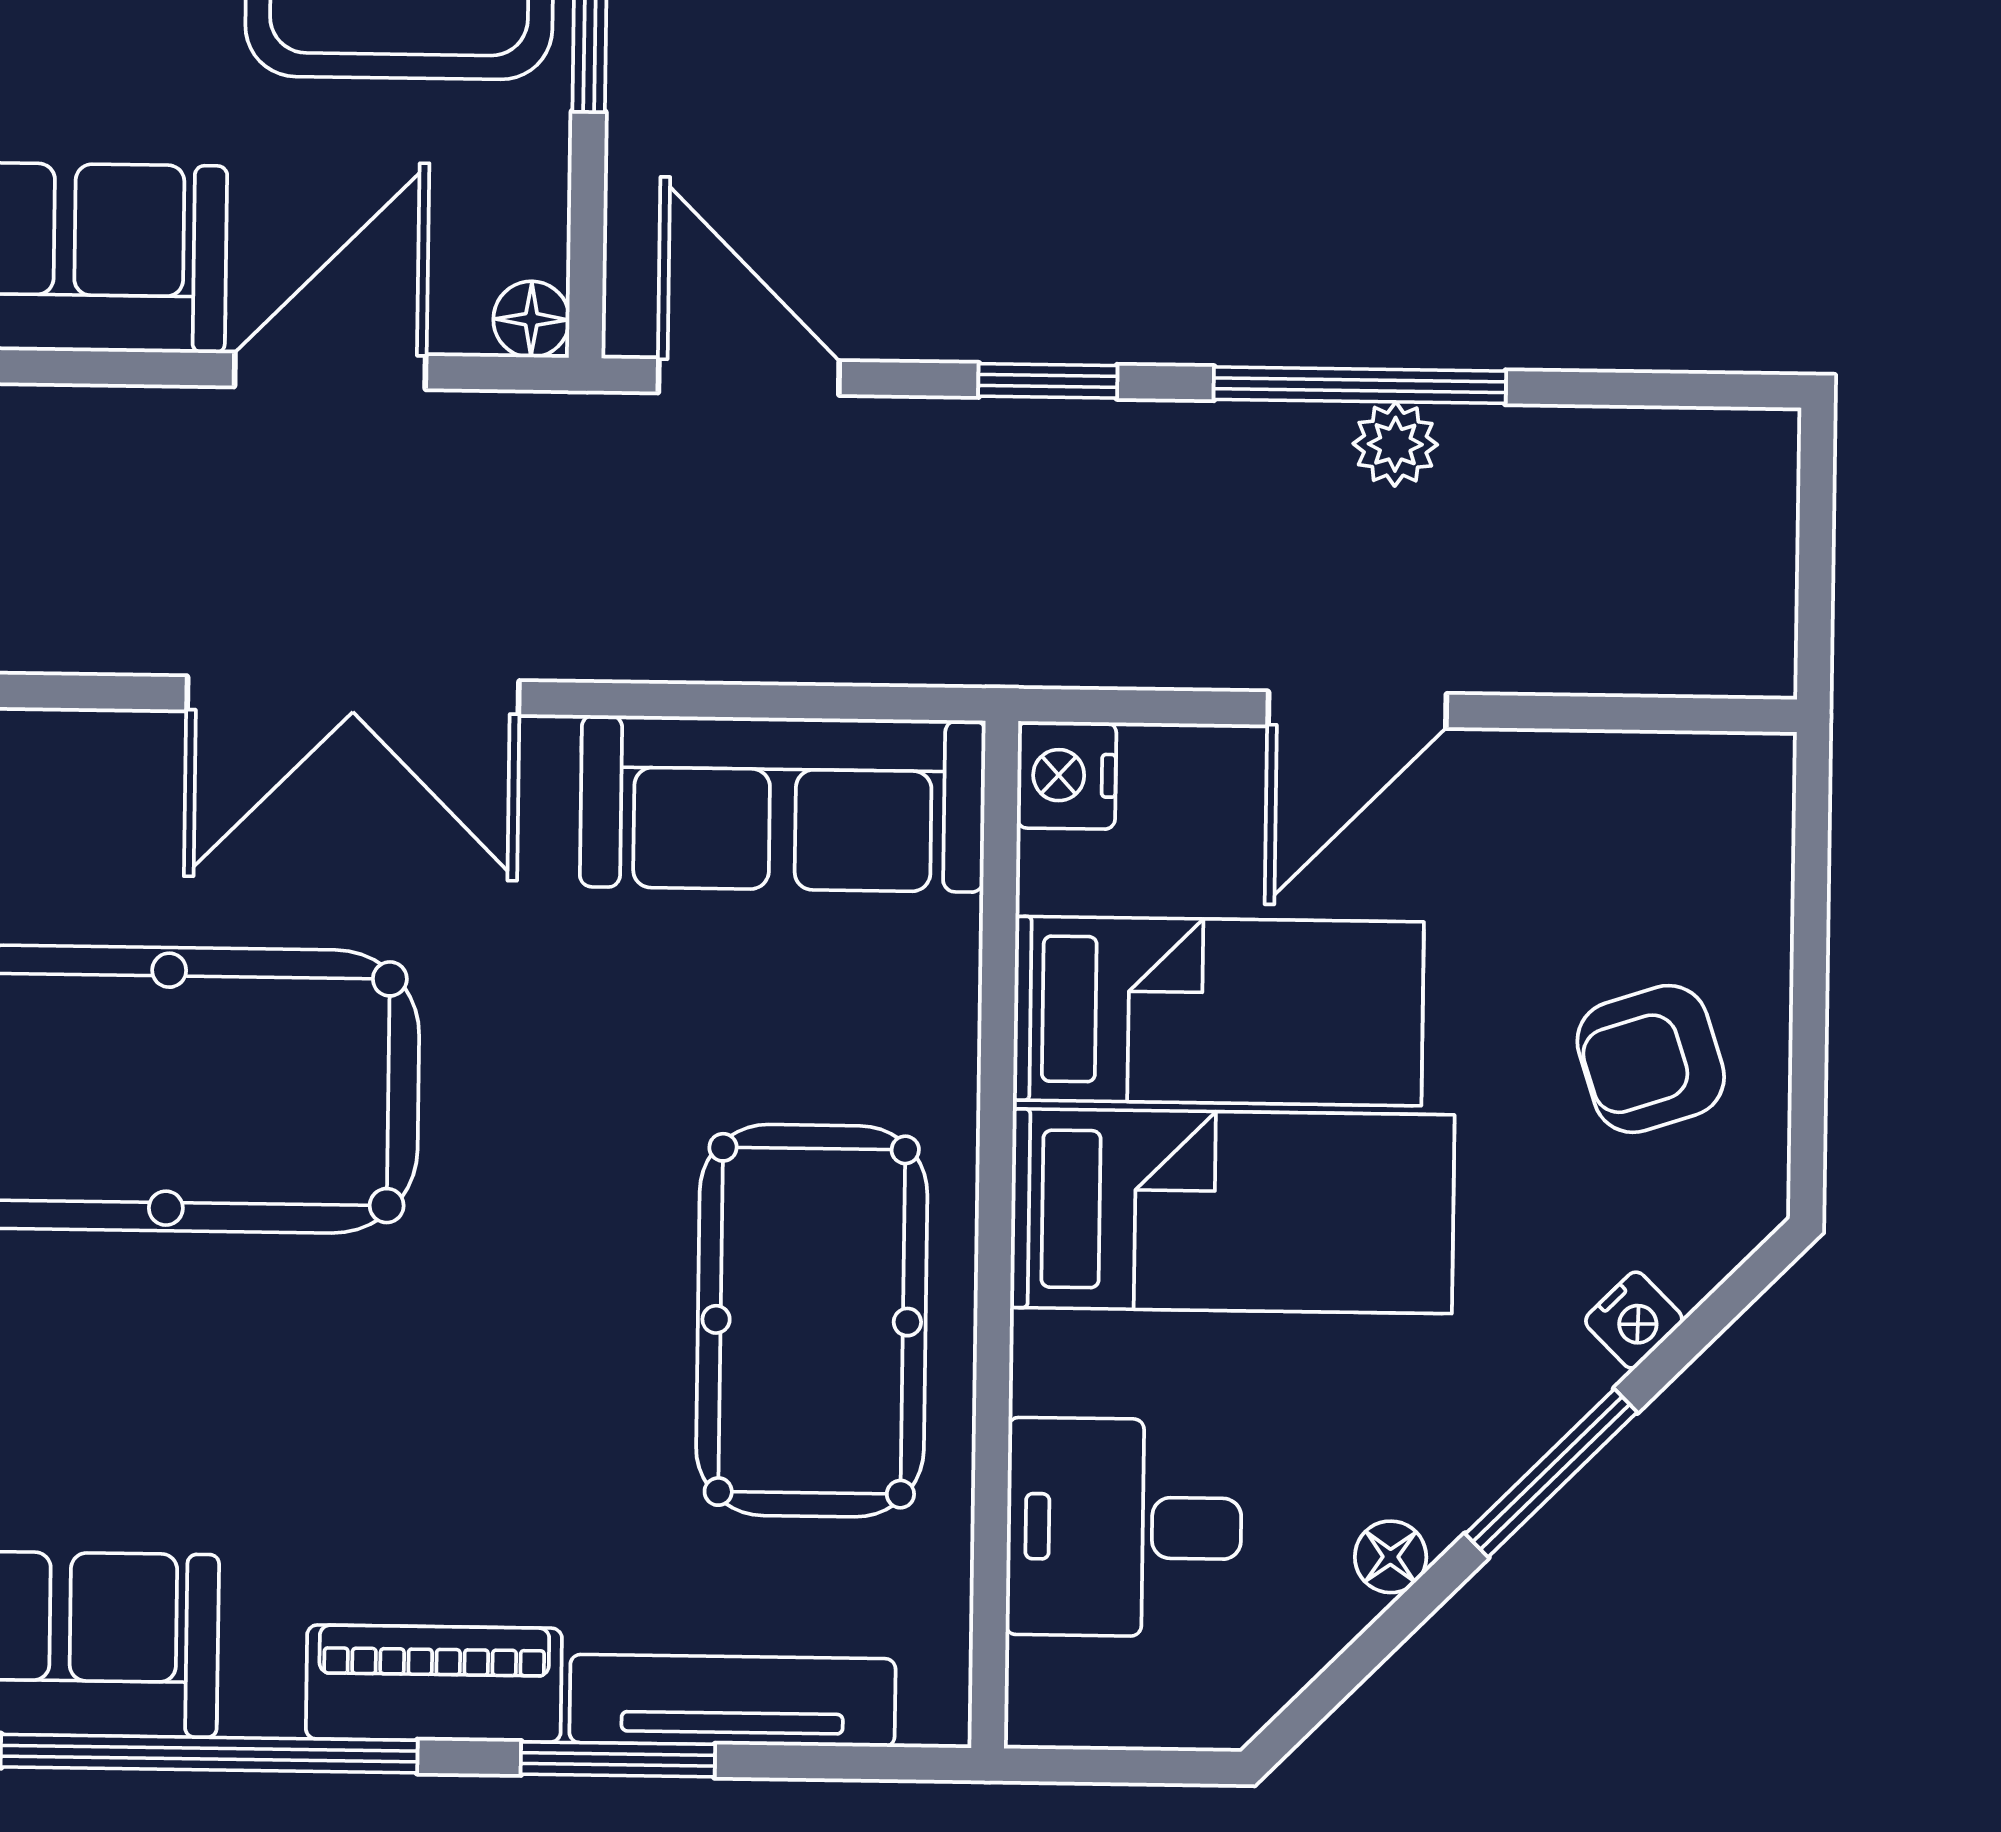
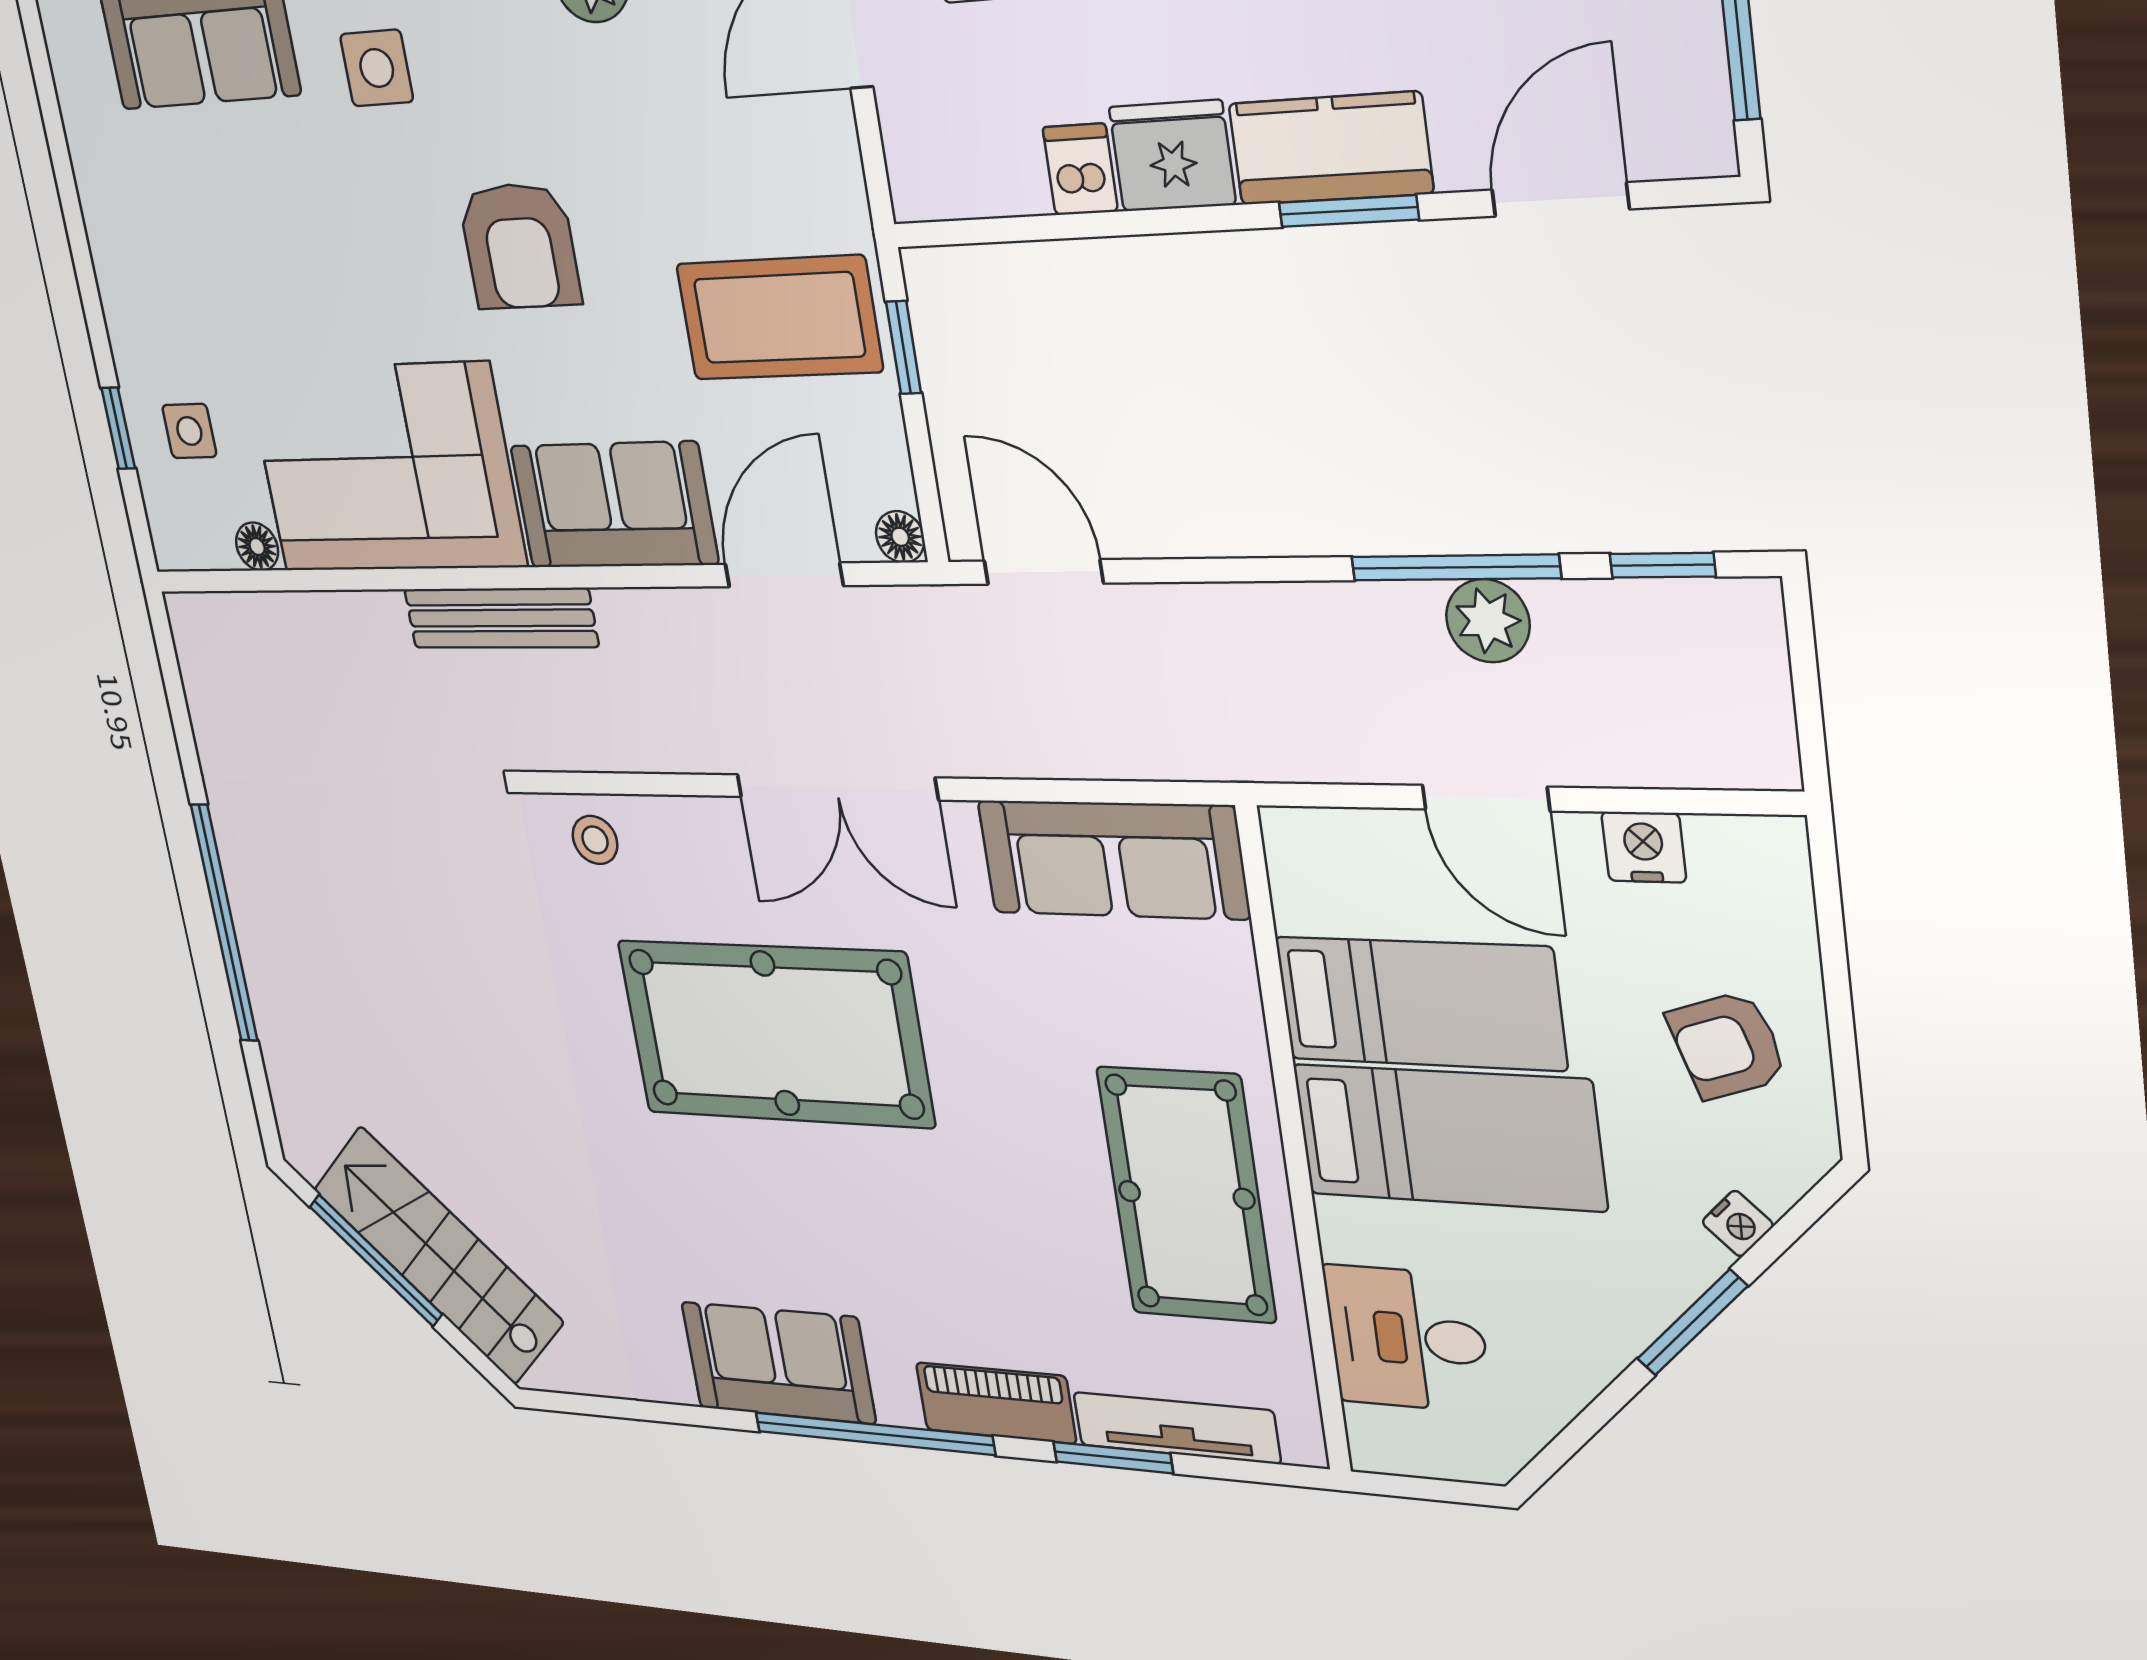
window: (1048, 381) -> (1663, 565), moved
plant: (1395, 444) -> (1488, 621), width x1.38, depth x1.38
door: (1357, 710) -> (1486, 798), hinge flipped
nightstand: (1067, 775) -> (1644, 847), moved, turned 90
floor lamp: (1391, 1557) -> (1588, 1370), removed

